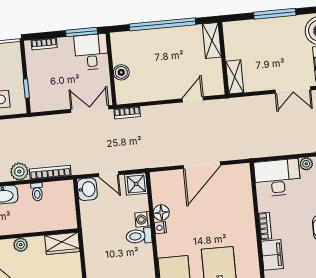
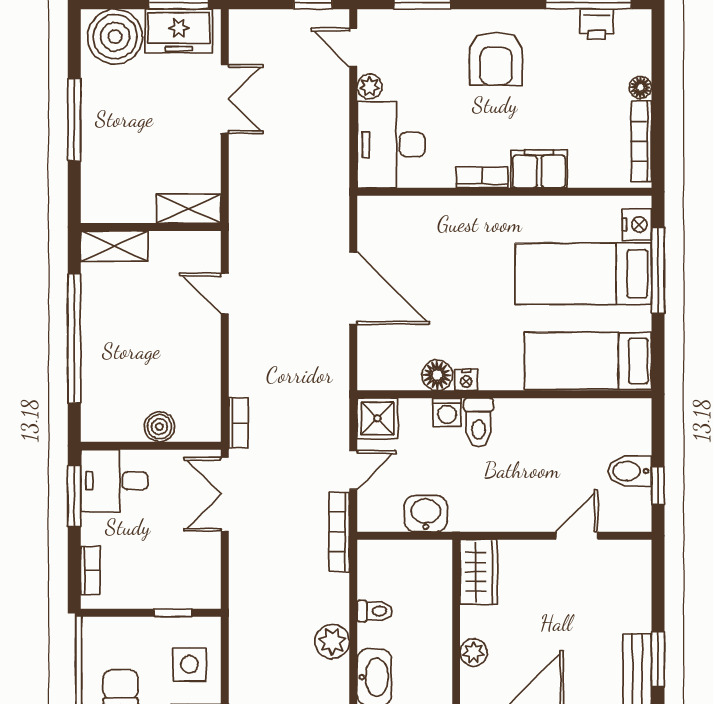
bookcase: (50, 172) -> (339, 532), moved
washbasin: (87, 189) -> (426, 514), moved

